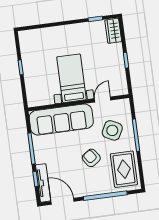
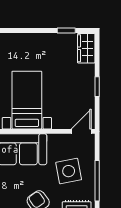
door: (103, 100) -> (81, 131), moved
side table: (112, 130) -> (69, 171), turned -38

